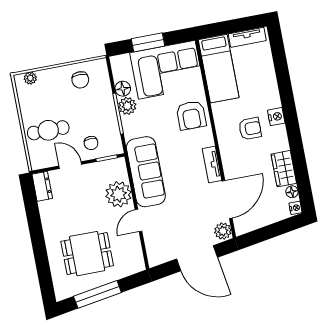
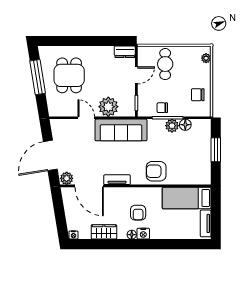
corner sofa: (167, 70) -> (193, 160), removed
chair: (91, 143) -> (162, 108), moved
floor lamp: (292, 192) -> (132, 235), moved

